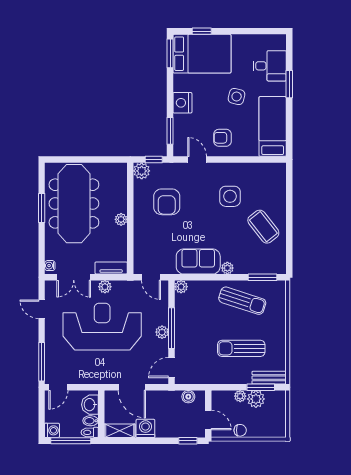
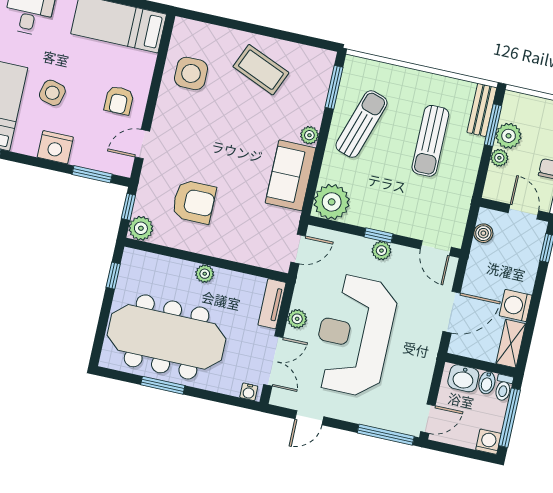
side table: (237, 97) -> (52, 93), moved
window: (106, 160) -> (113, 276), added
side table: (230, 196) -> (191, 73), moved
coffee table: (263, 227) -> (261, 70), turned 61
plant: (181, 287) -> (332, 202), width x1.87, depth x1.87
window: (172, 328) -> (379, 235), width x0.46
door: (58, 387) -> (428, 419), hinge flipped
door: (208, 420) -> (524, 212), hinge flipped

